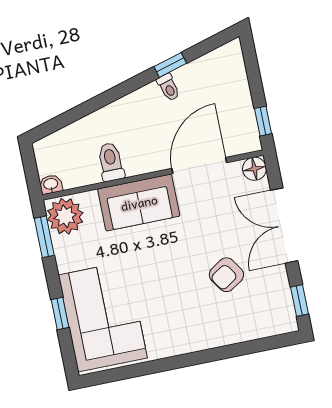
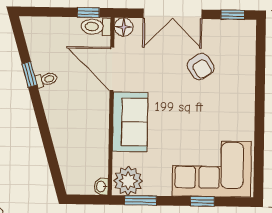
toilet: (111, 162) -> (96, 27), moved

